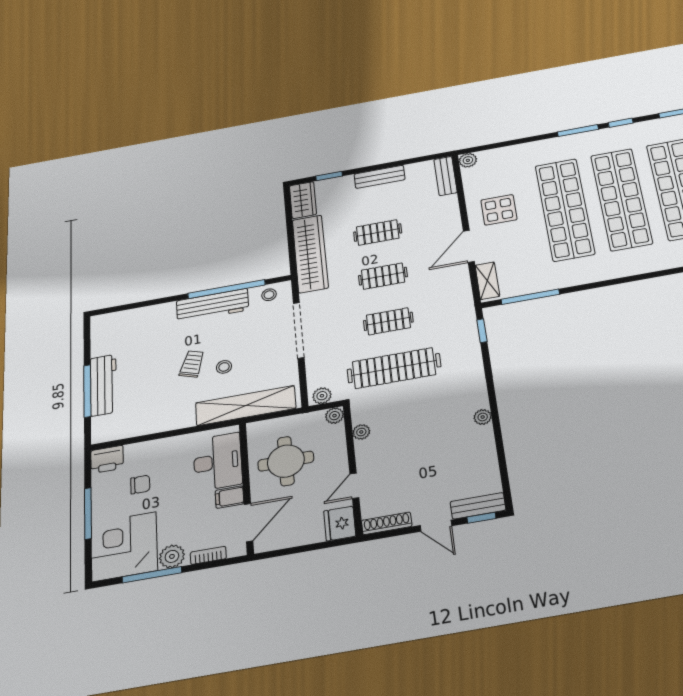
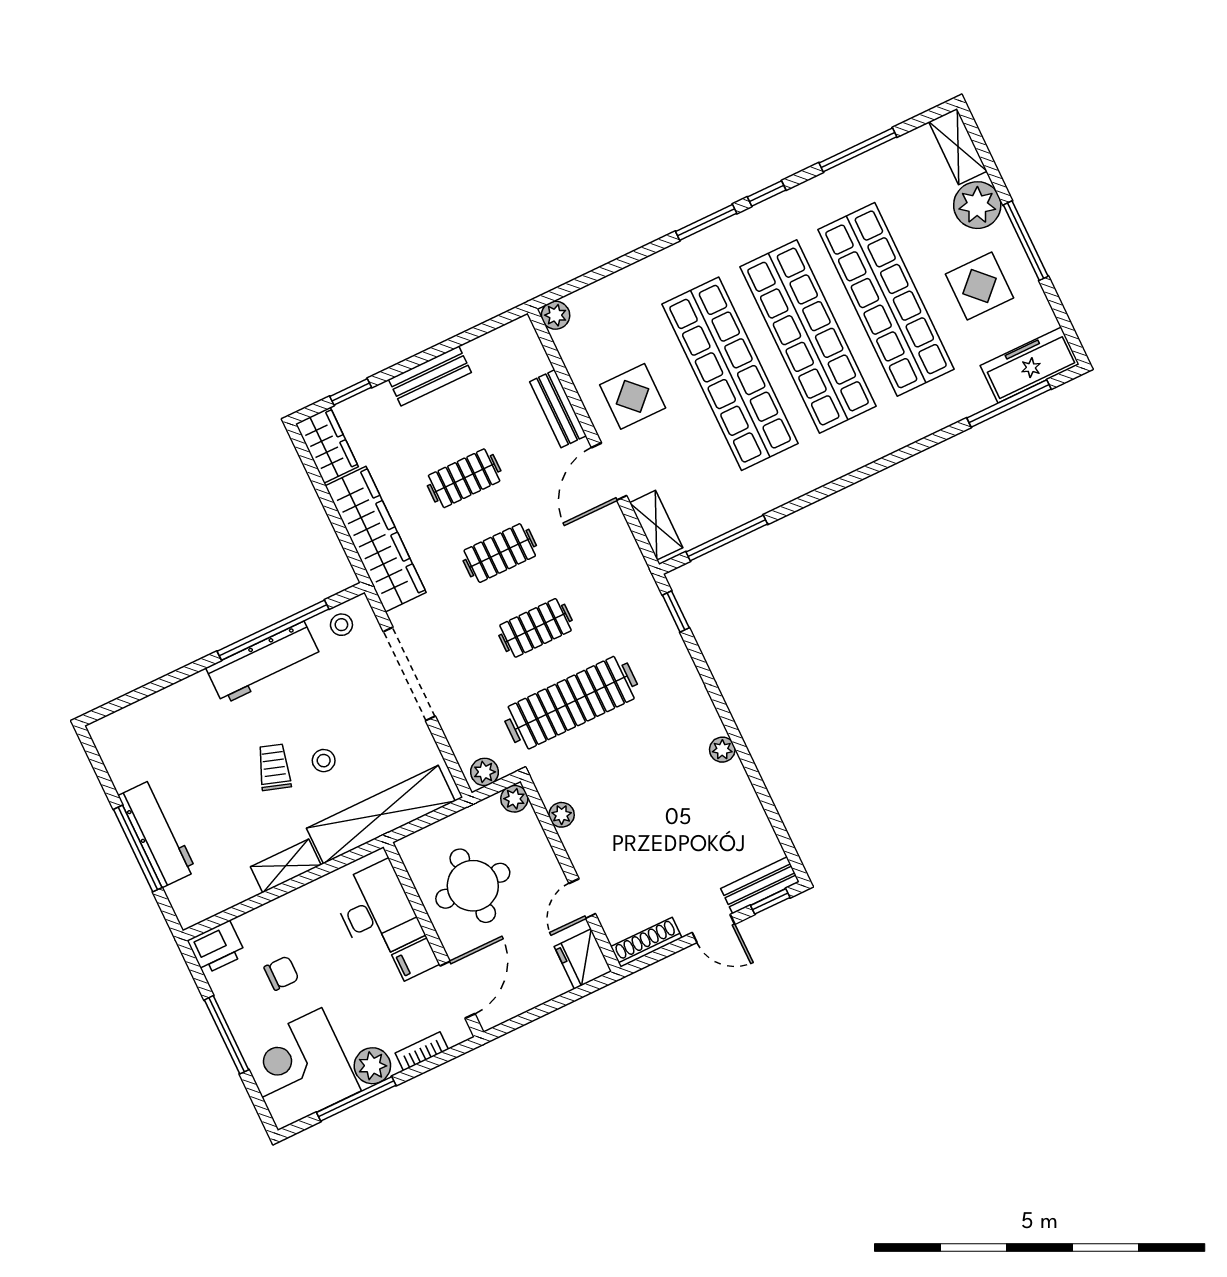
bench: (445, 176) -> (558, 409), moved
shelving: (173, 422) -> (286, 866), added

